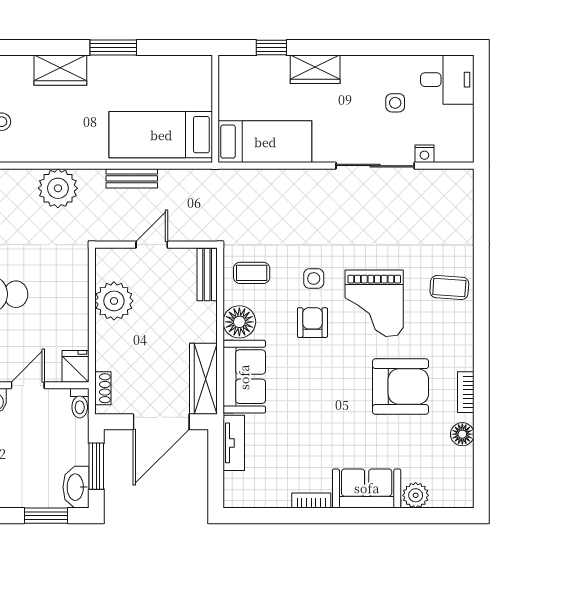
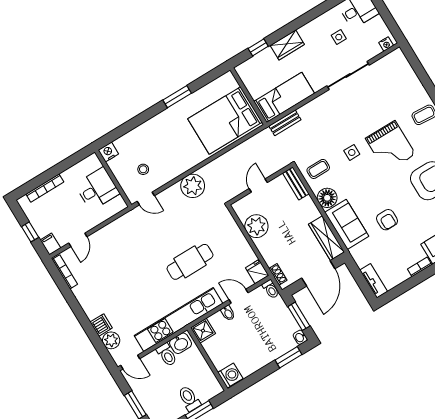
wardrobe: (60, 70) -> (157, 125), removed
bed: (161, 135) -> (225, 120), width x1.50
nightstand: (424, 154) -> (386, 44), moved
bench: (132, 178) -> (285, 123), moved
armchair: (312, 323) -> (387, 220), moved, turned 180
door: (28, 385) -> (239, 296), hinge flipped
tv unit: (234, 443) -> (374, 281), moved
washbasin: (76, 487) -> (300, 337), width x0.52, depth x0.69

